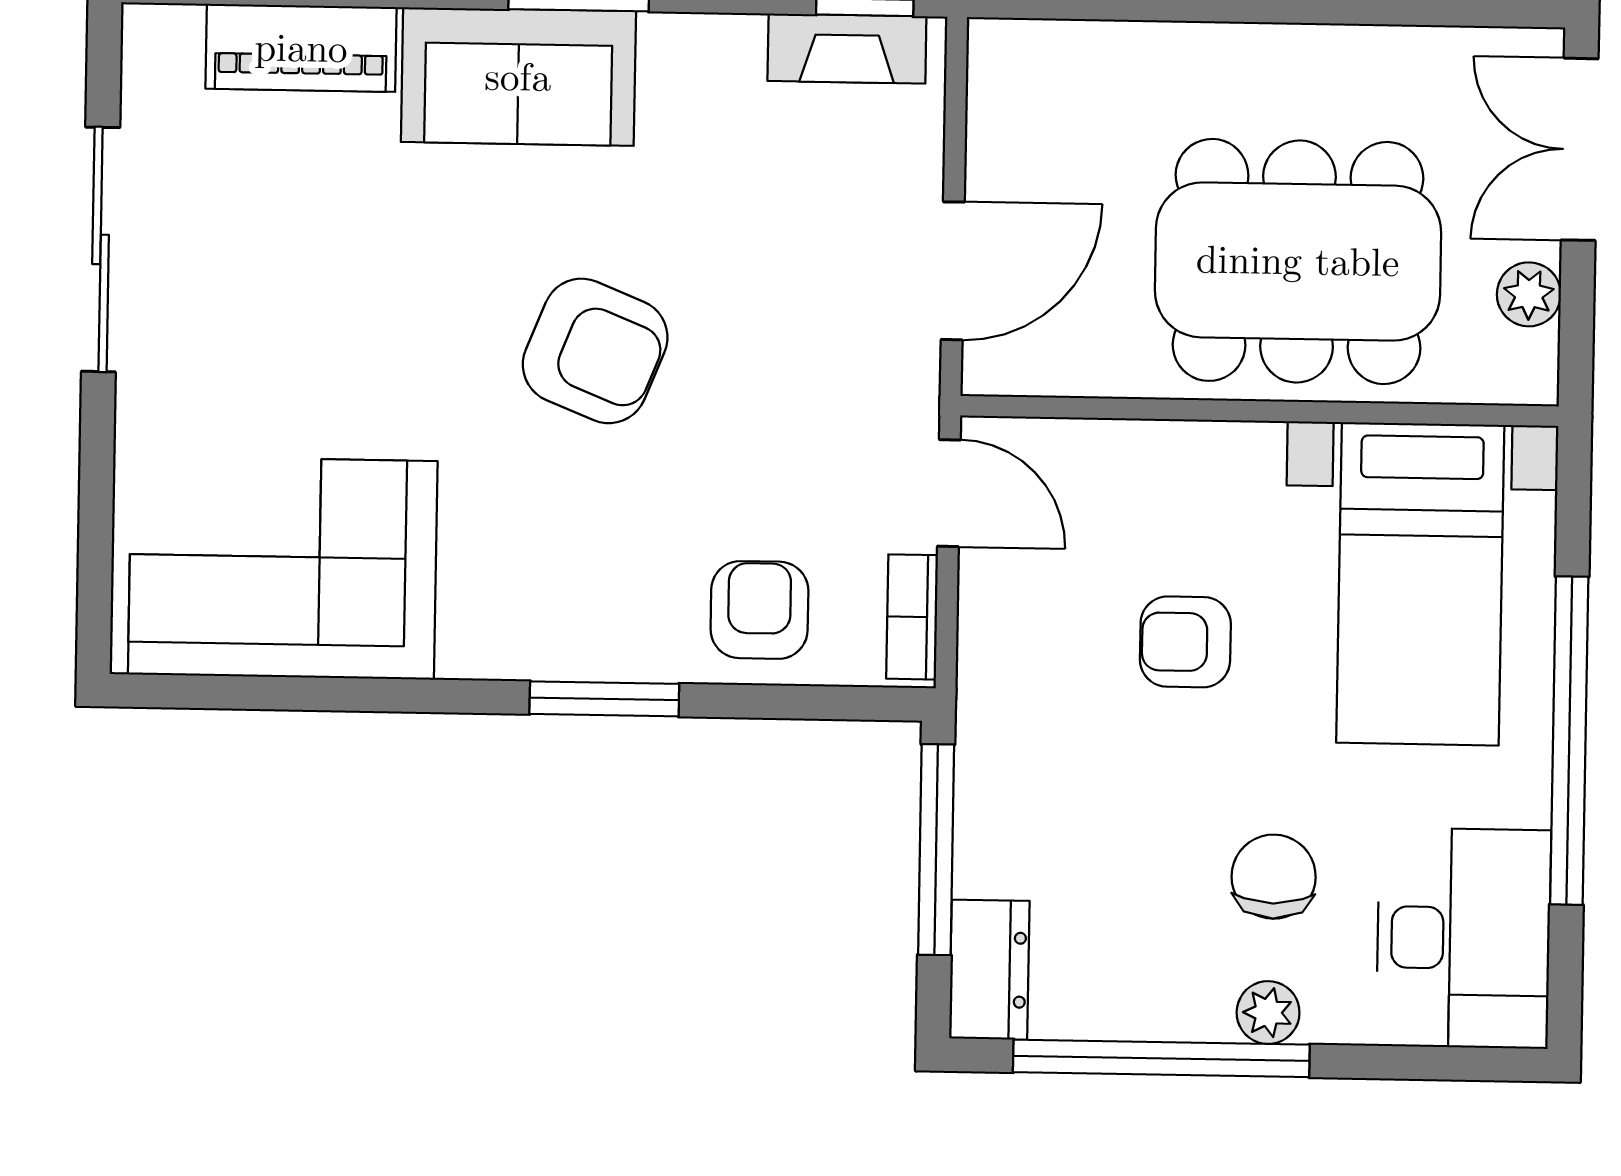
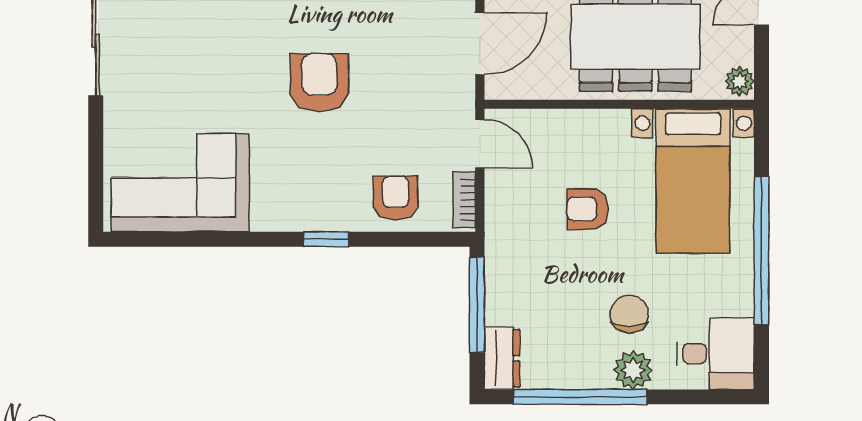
plant: (1529, 294) -> (740, 81), moved
armchair: (595, 351) -> (319, 82), turned -112
window: (604, 699) -> (326, 239), width x0.67
desk: (1464, 938) -> (715, 354), width x0.73
plant: (1268, 1013) -> (633, 370), width x1.38, depth x1.38

